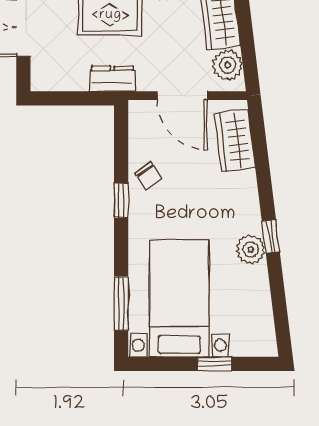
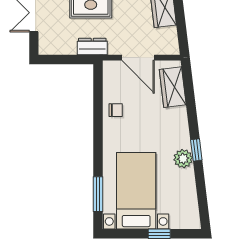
plant: (228, 65) -> (168, 38), removed
chair: (148, 175) -> (116, 110), turned -55
window: (121, 201) -> (98, 127), removed

